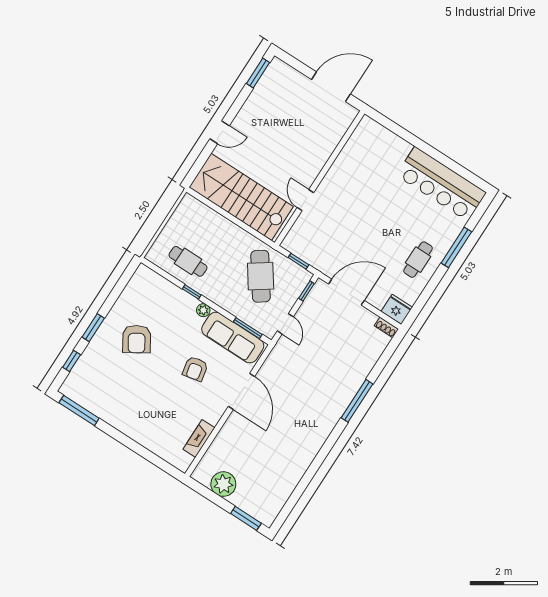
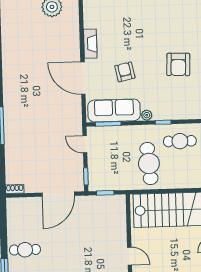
door: (305, 200) -> (130, 256), moved
cafe table: (418, 260) -> (25, 250), turned 90
cafe table: (261, 276) -> (149, 163), moved, turned 30
fridge: (397, 309) -> (16, 206), removed
armchair: (137, 339) -> (178, 64), turned -146
fireplace: (199, 438) -> (90, 44), moved

